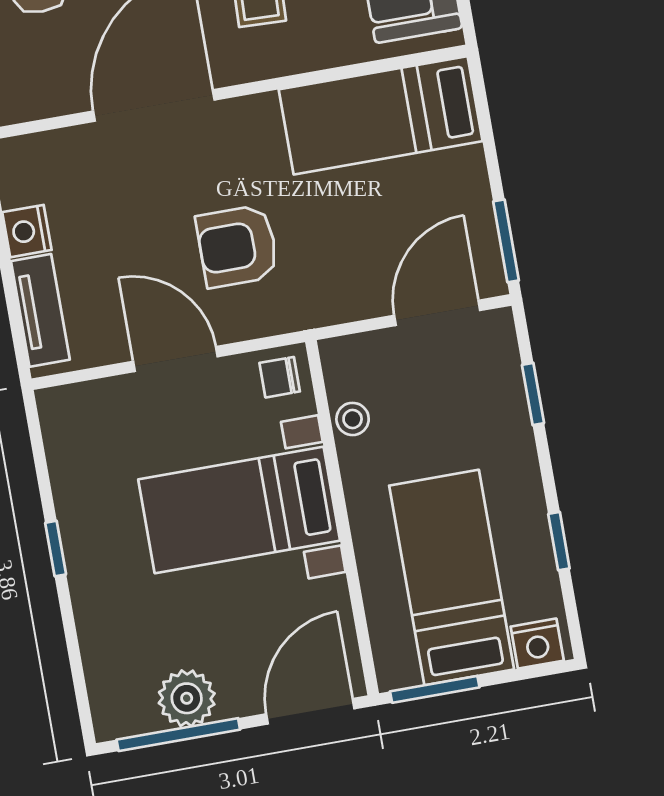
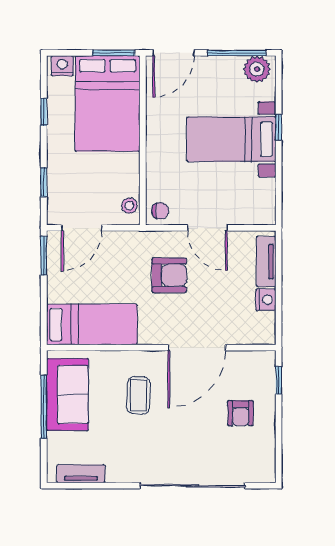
stool: (353, 419) -> (129, 206), moved
bed with nightstands: (239, 510) -> (231, 139), moved, turned 180
window: (56, 549) -> (279, 127), moved
bed: (452, 577) -> (107, 104), width x1.50
plant: (187, 698) -> (257, 69), moved

